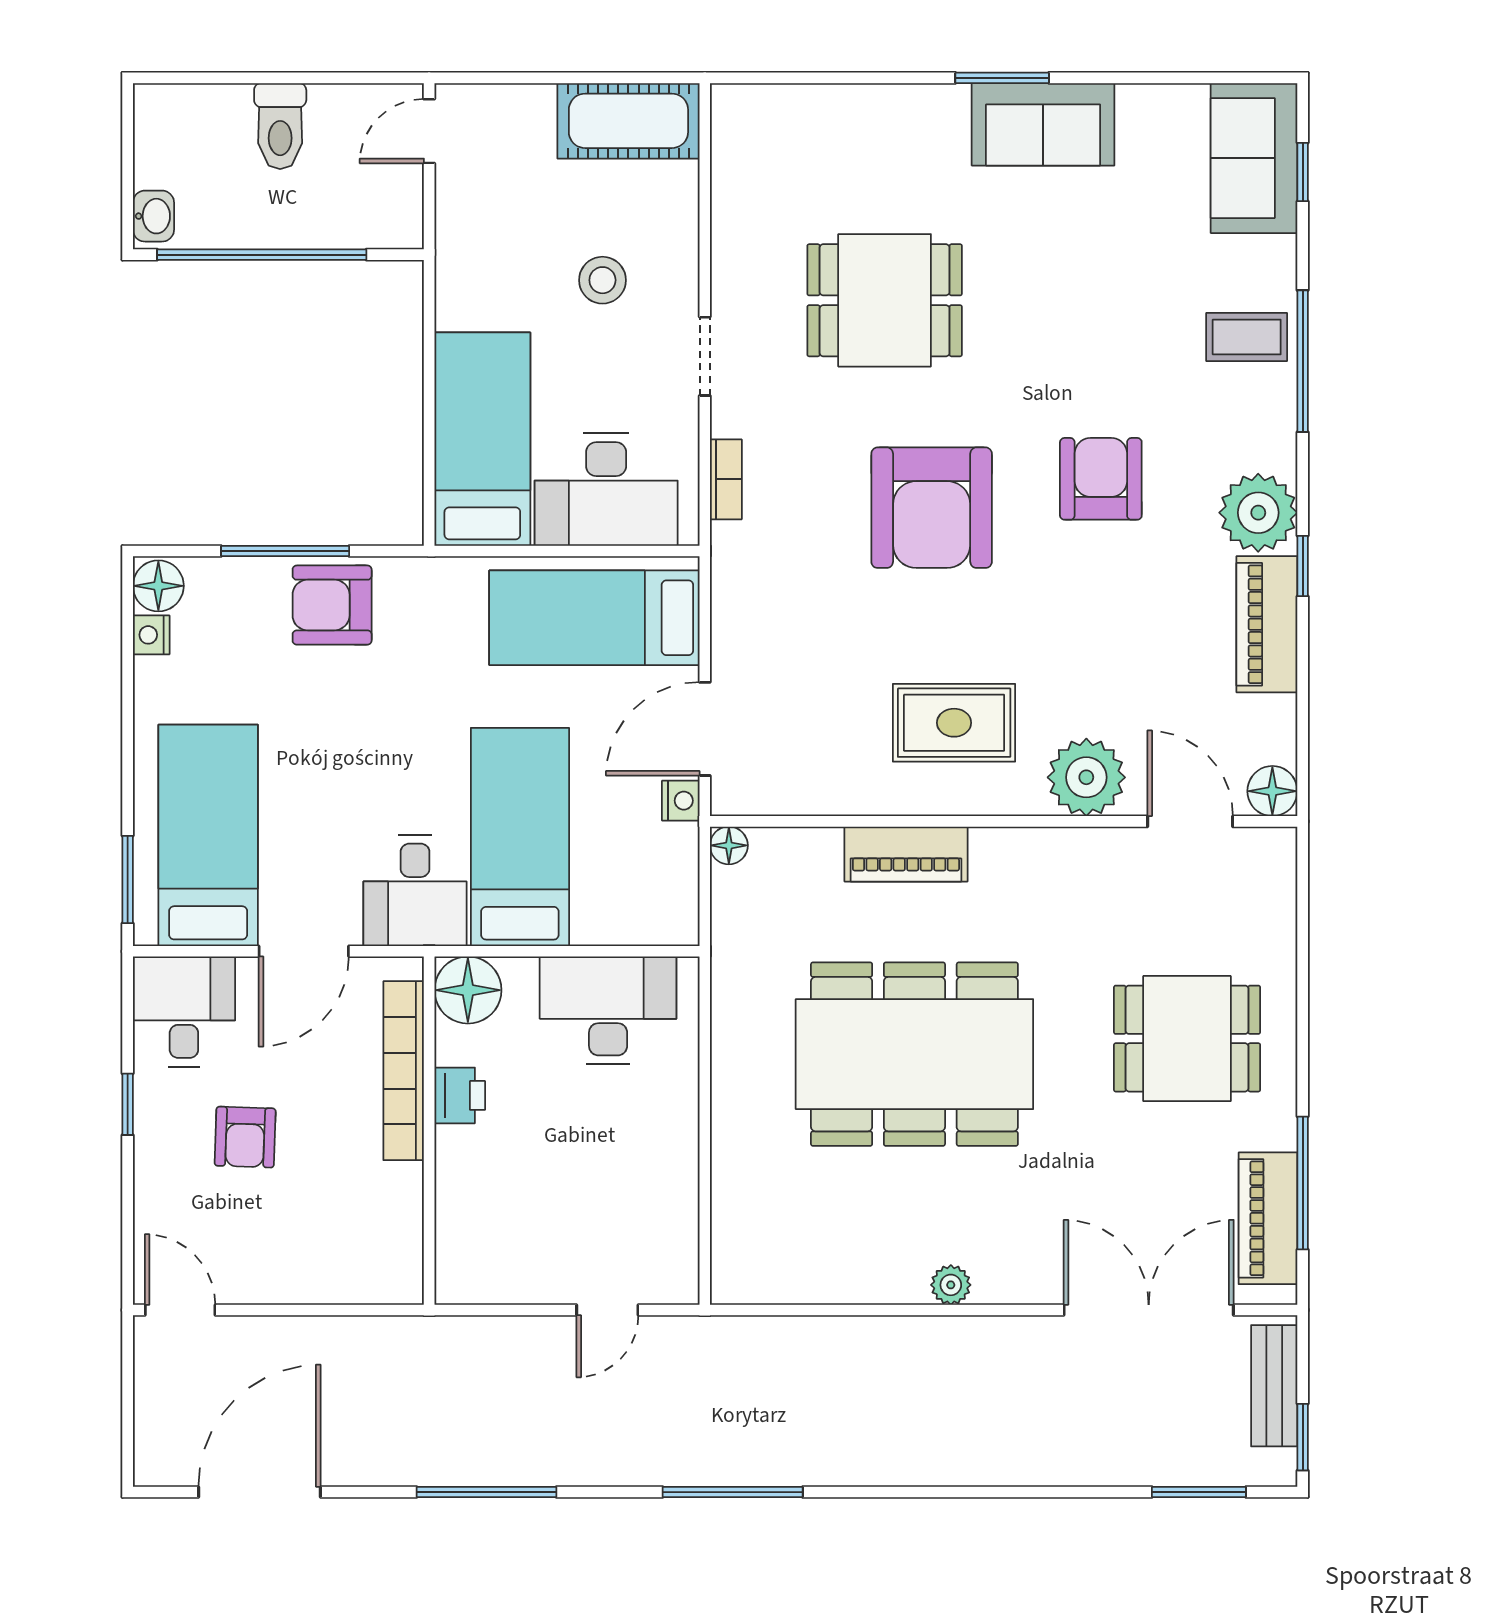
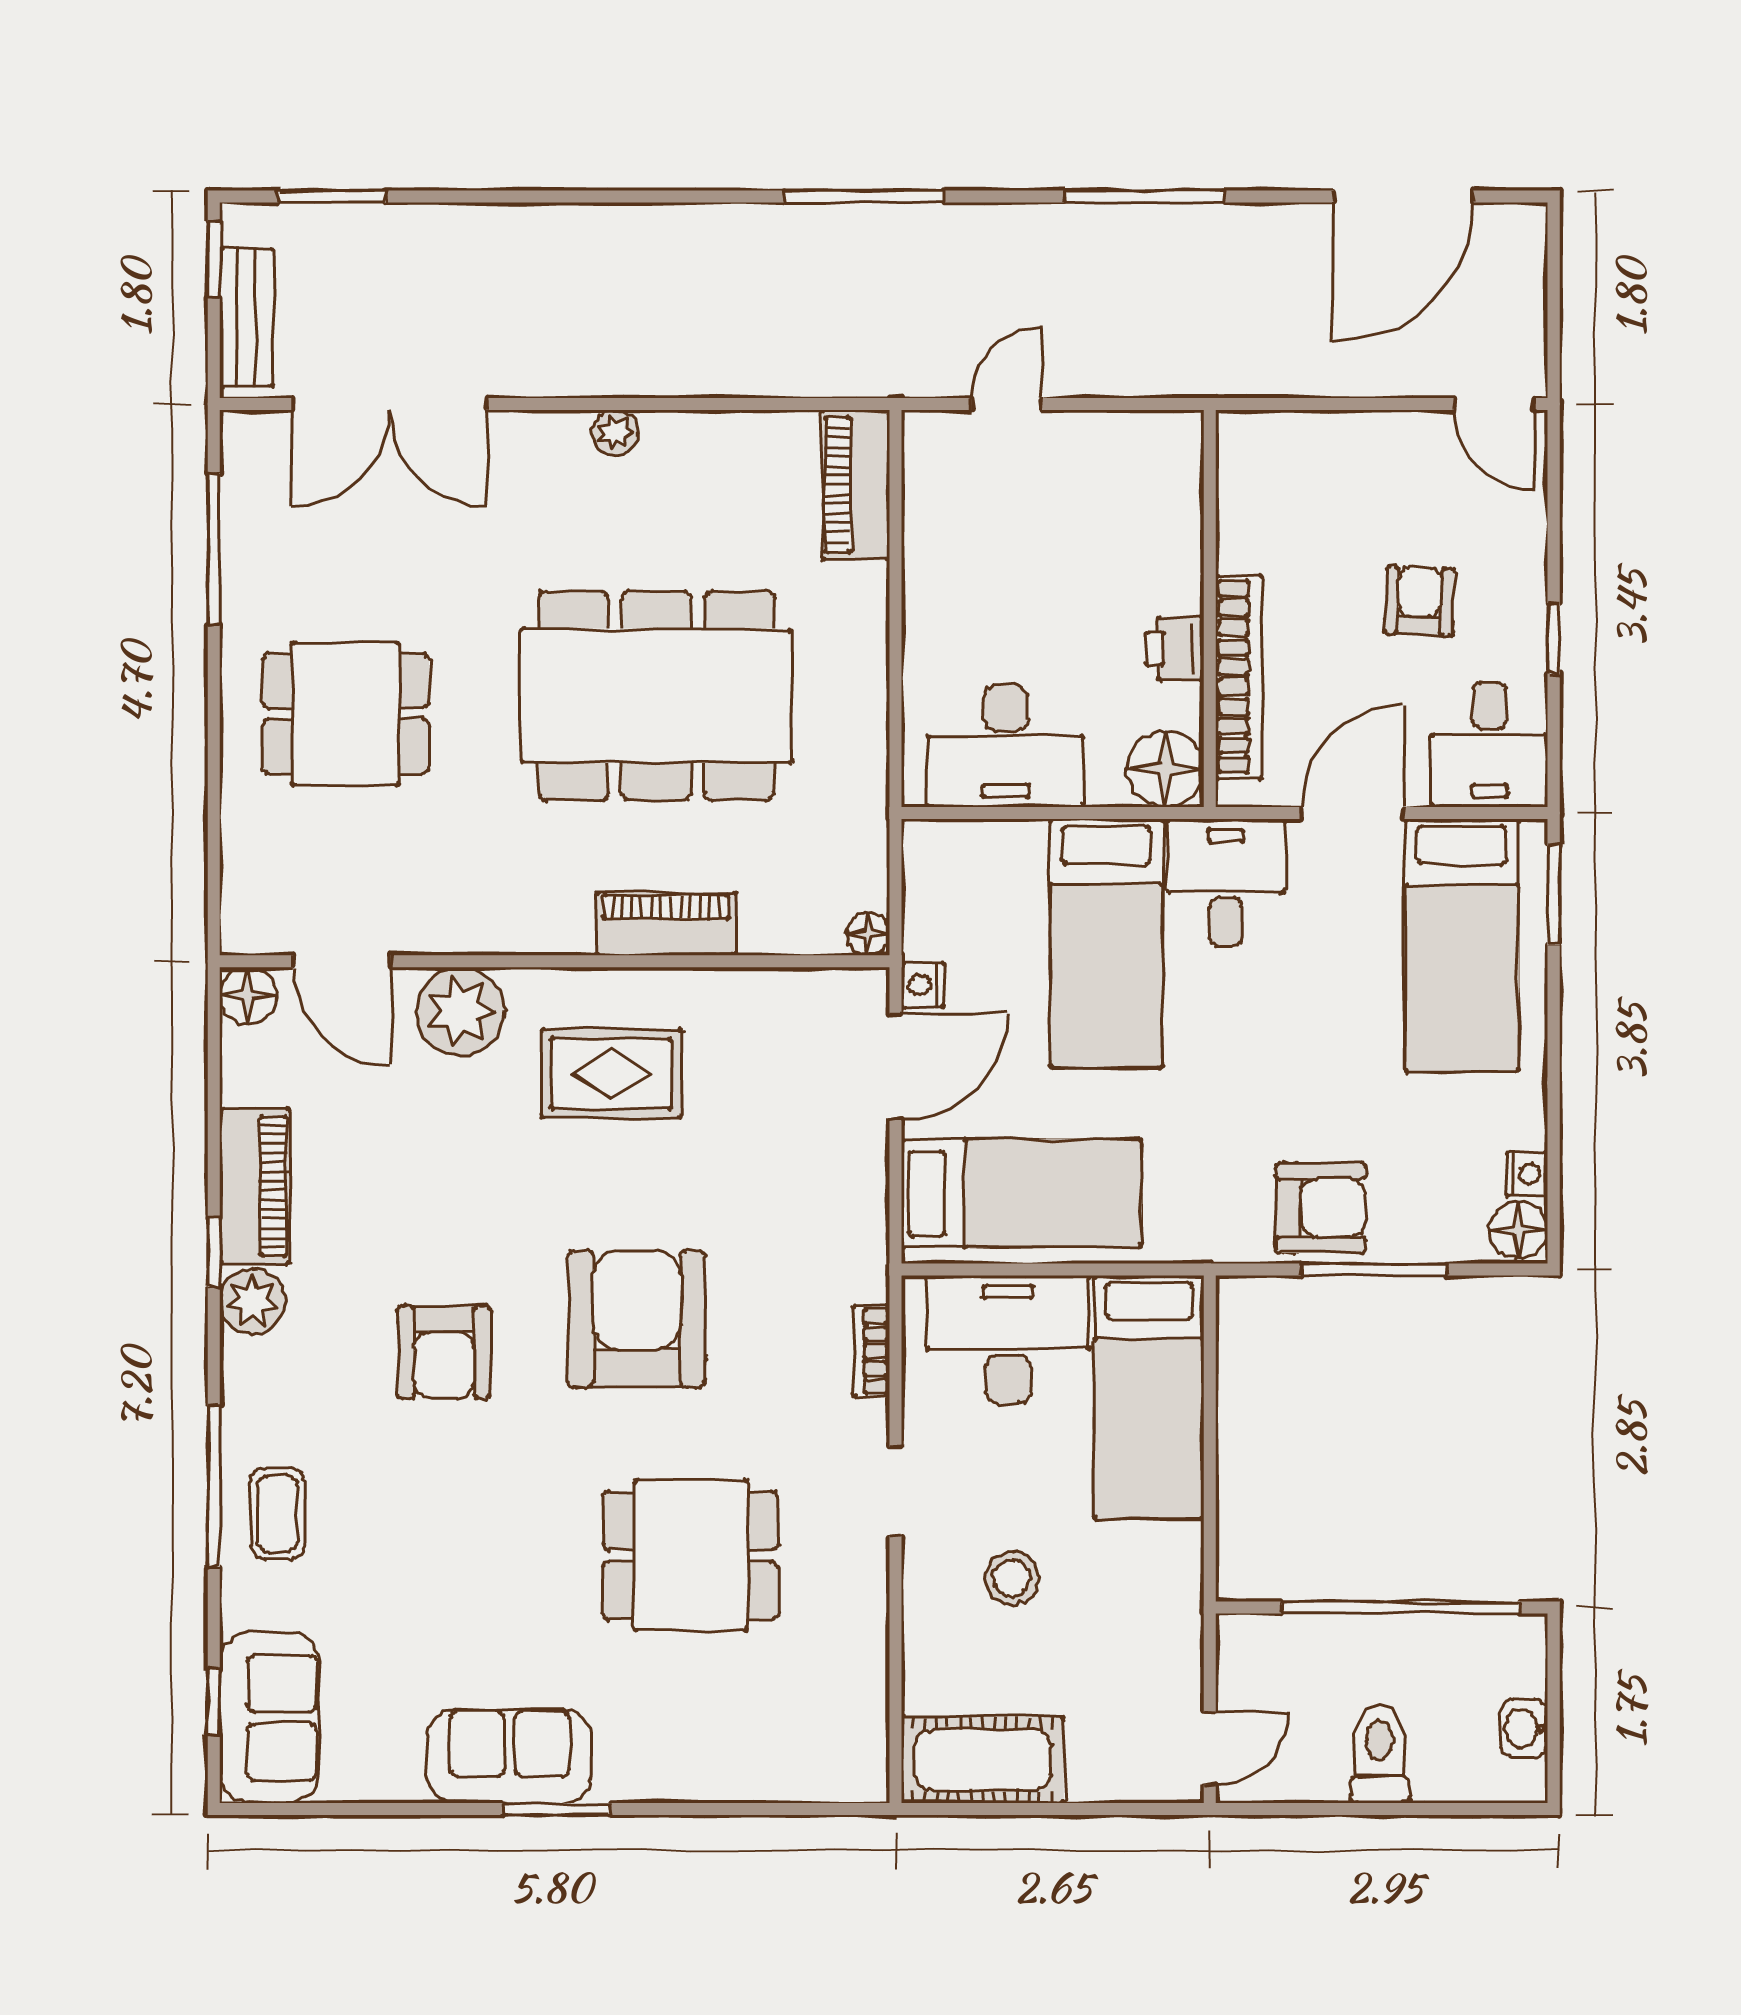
washbasin: (153, 216) -> (1524, 1728), moved
coffee table: (1247, 337) -> (278, 1514), turned 90
plant: (1258, 513) -> (252, 1301), width x0.73, depth x0.73
piano: (1268, 1218) -> (856, 485), moved, turned 180

